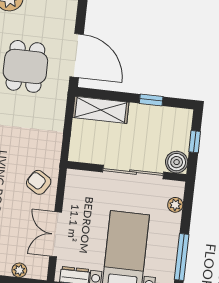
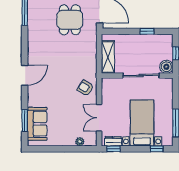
shelving: (101, 110) -> (108, 57), moved, turned 90
plant: (175, 205) -> (168, 92), removed

